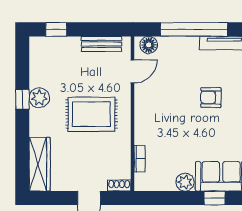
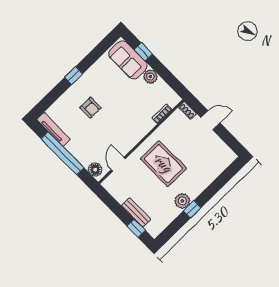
bench: (101, 44) -> (136, 212), moved
door: (132, 71) -> (118, 164), hinge flipped
wardrobe: (40, 164) -> (218, 165), removed

